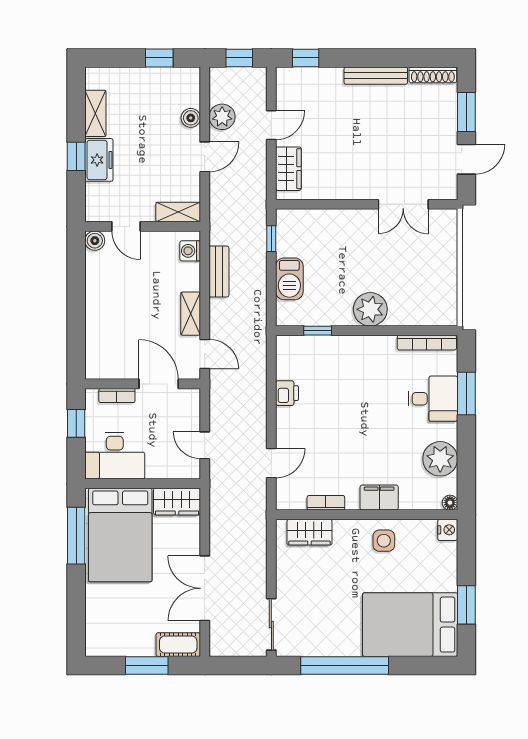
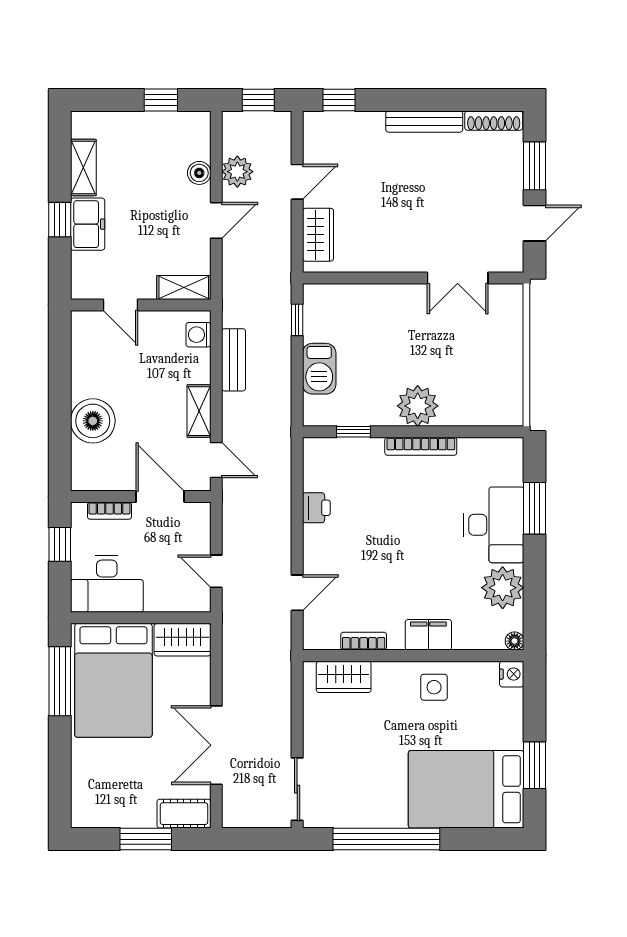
boiler: (95, 241) -> (93, 421), moved, width x1.86, depth x1.86
bookcase: (427, 343) -> (421, 446), moved
desk: (433, 399) -> (494, 525), width x1.37

